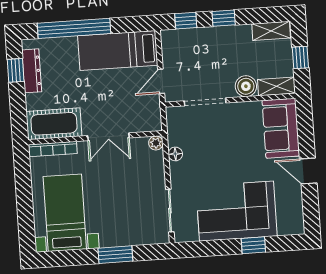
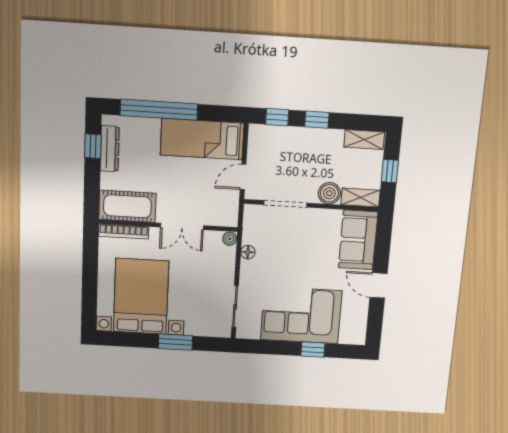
bed with nightstands: (65, 213) -> (141, 297), width x1.36

